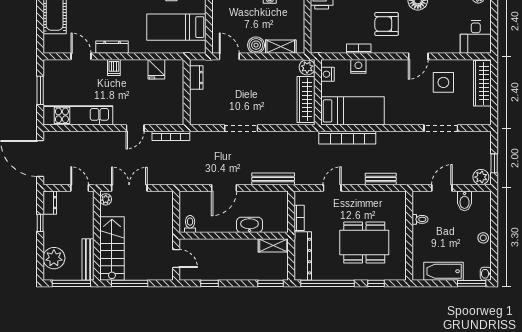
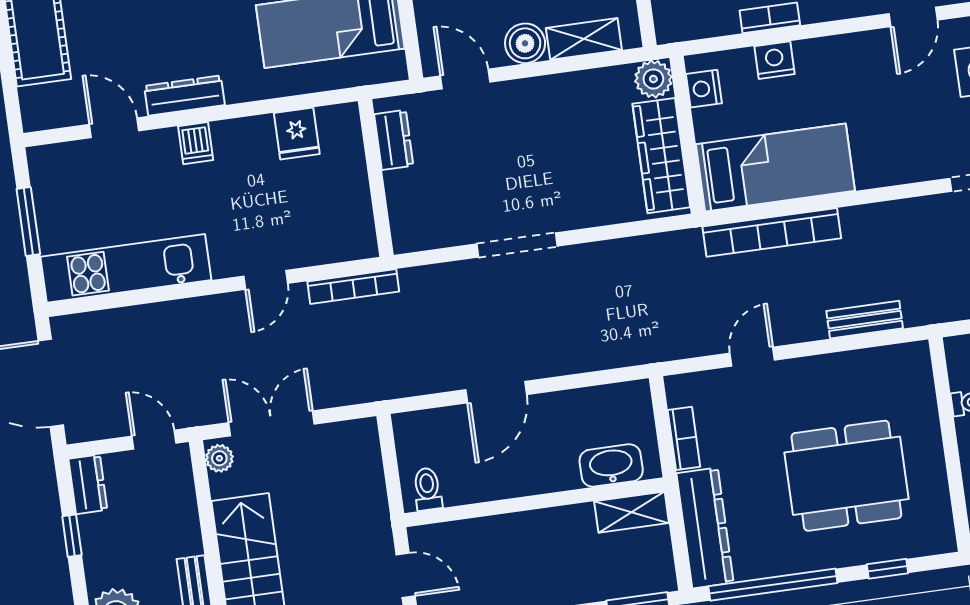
bench: (273, 179) -> (610, 355), removed
washbasin: (249, 225) -> (611, 465), moved

